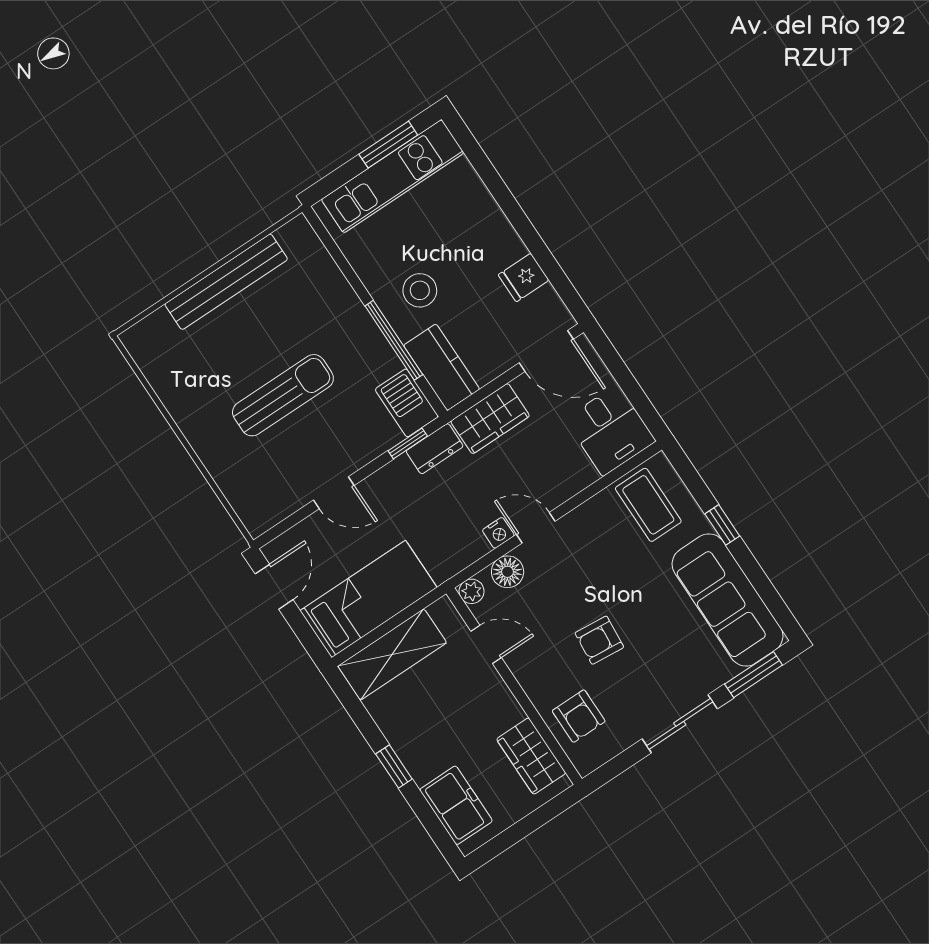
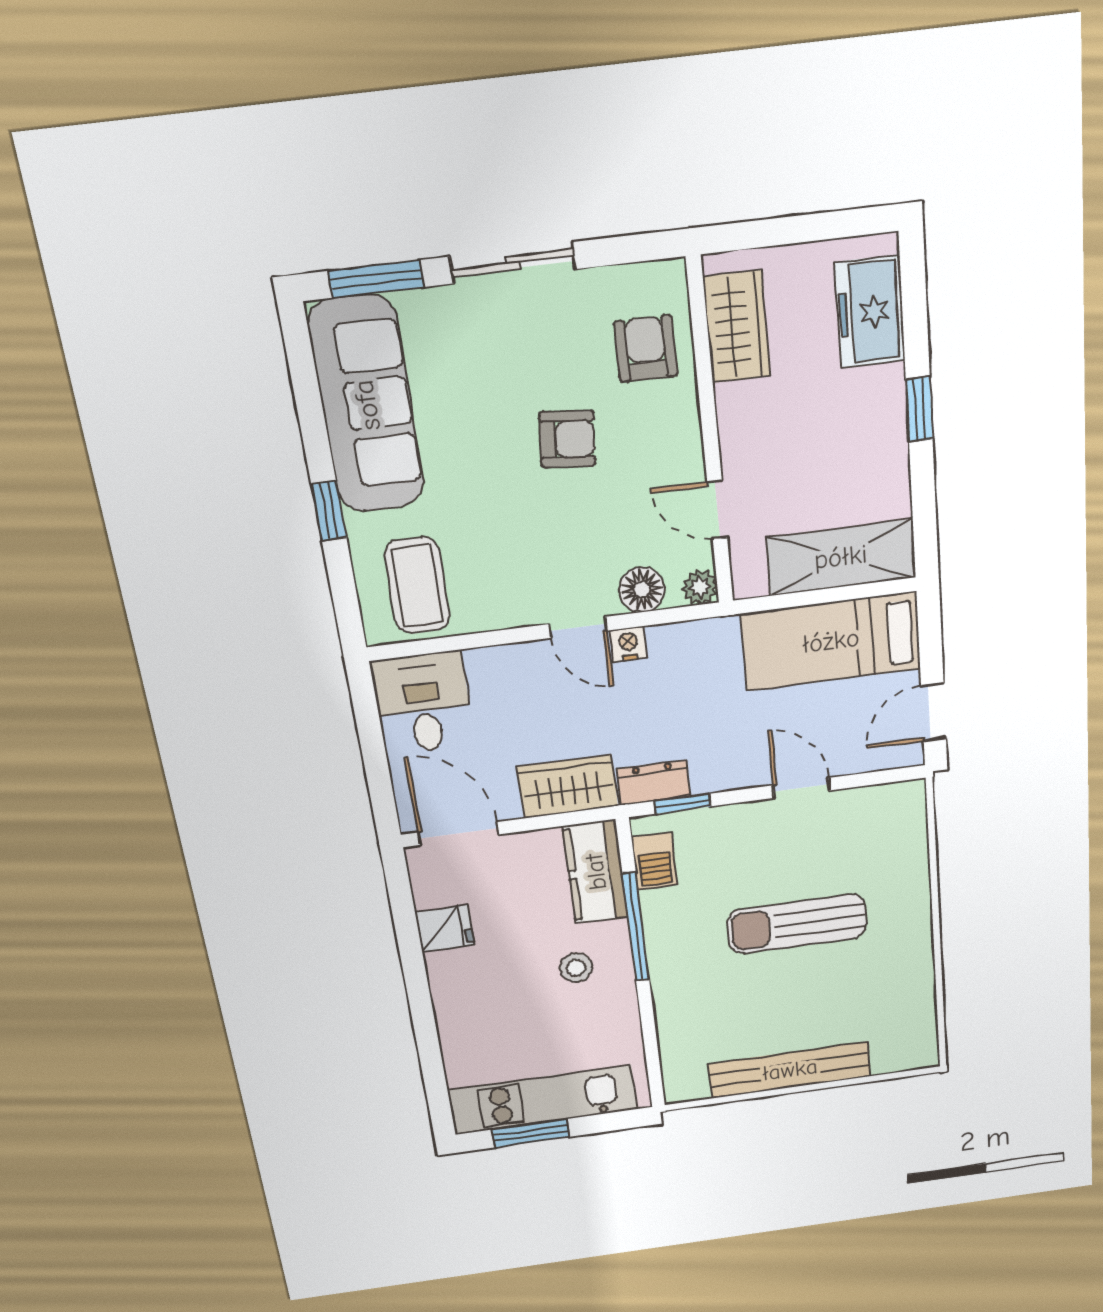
stool: (420, 290) -> (576, 968), width x0.73, depth x0.73
barbecue: (407, 403) -> (655, 861), width x0.73, depth x0.79

